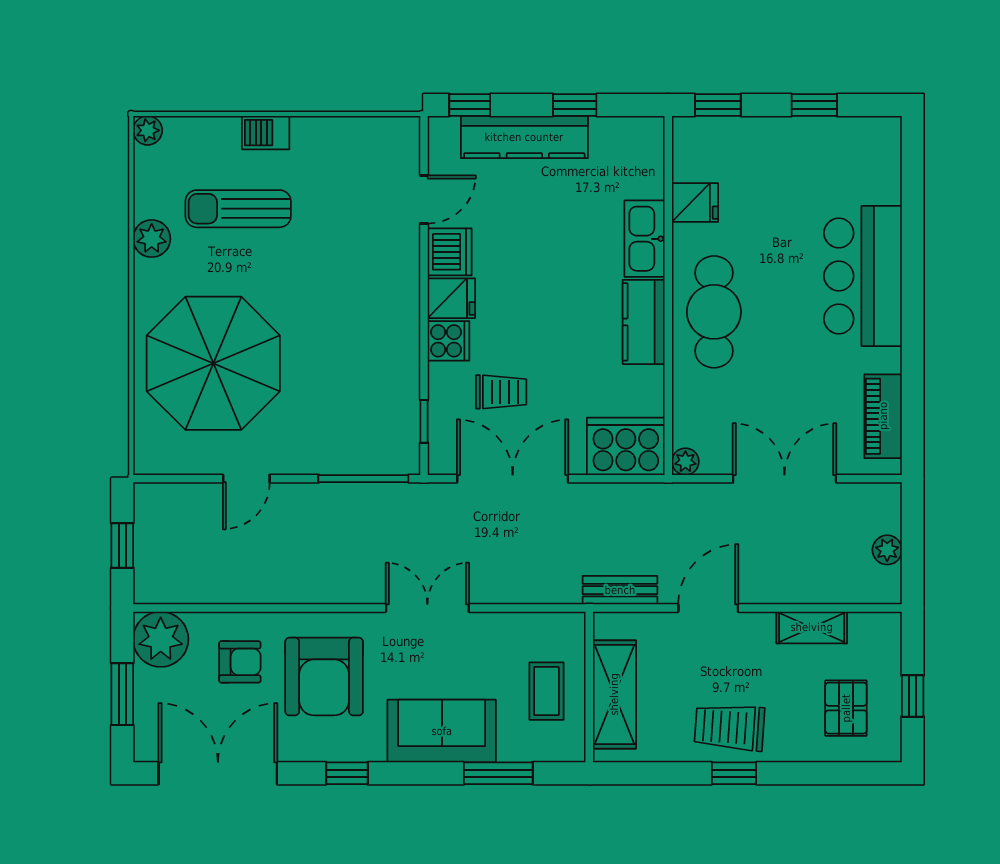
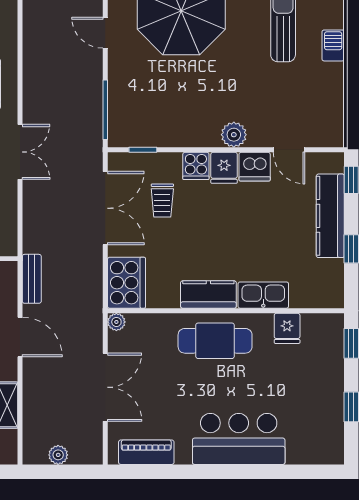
plant: (401, 283) -> (234, 135), added

